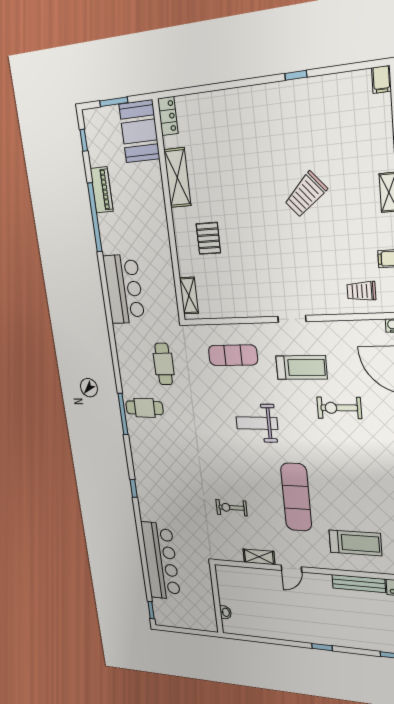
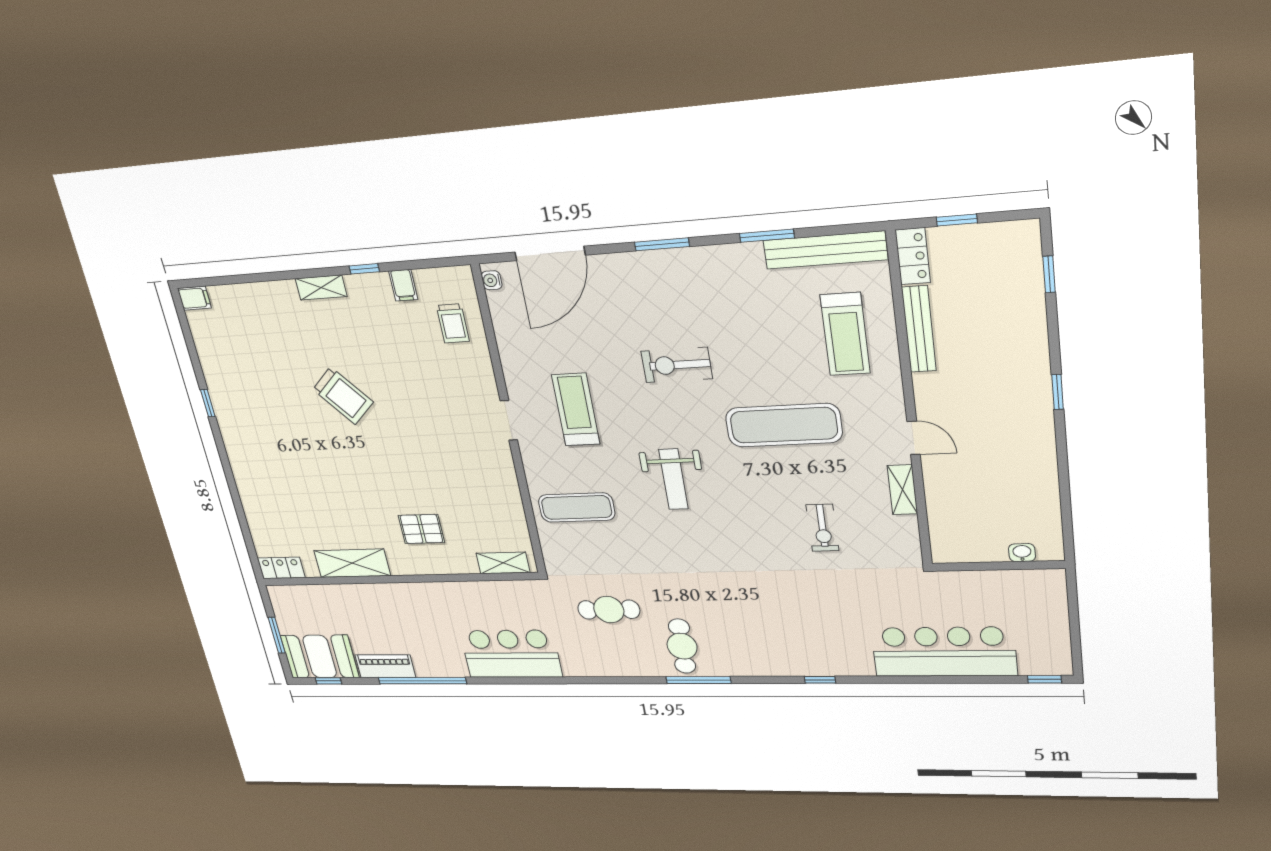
booth: (139, 131) -> (320, 657), moved
exercise mat: (233, 355) -> (577, 507), turned 90
exercise bike: (339, 408) -> (677, 365), moved, turned 90
treadmill: (355, 543) -> (845, 334), turned 180

